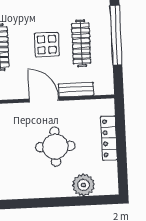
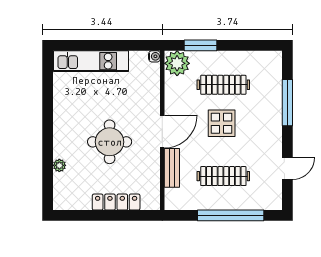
display table: (47, 45) -> (222, 123), moved
plant: (83, 185) -> (59, 165), width x0.53, depth x0.53

